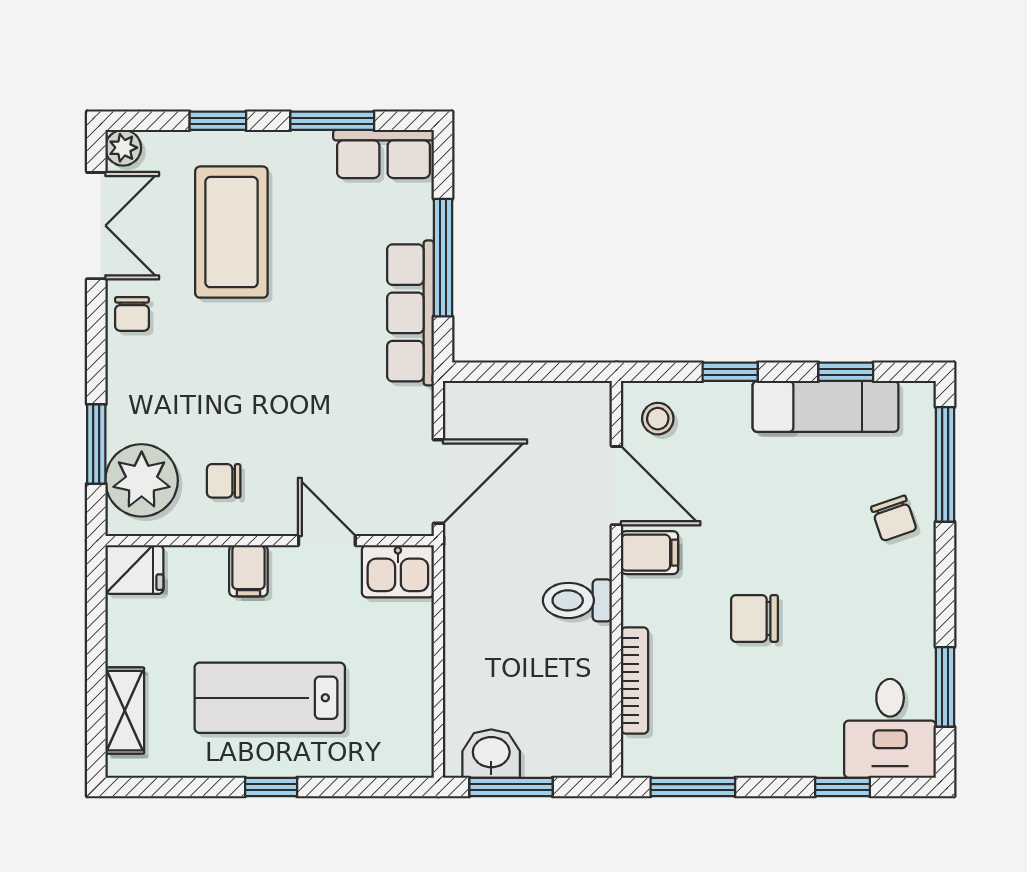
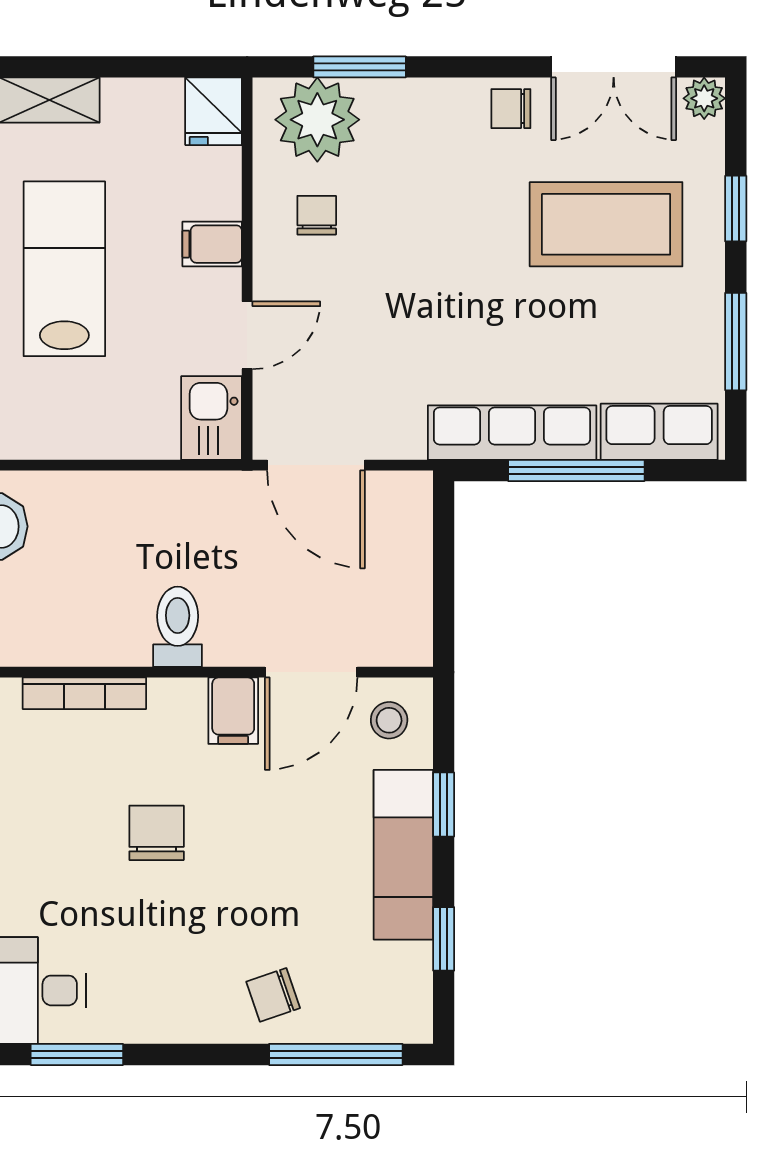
row of seats: (383, 154) -> (659, 432), moved, turned 90
exam couch: (826, 406) -> (403, 855), moved

